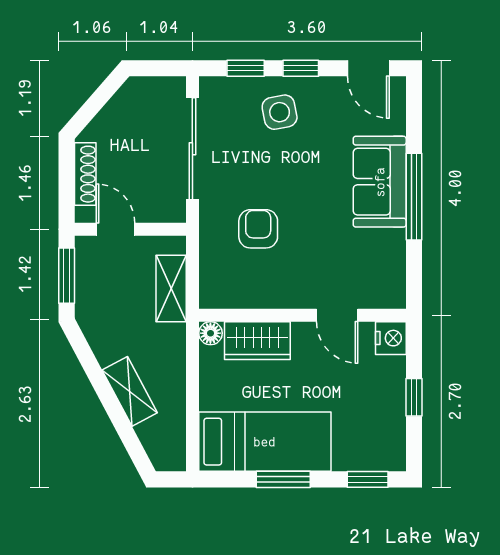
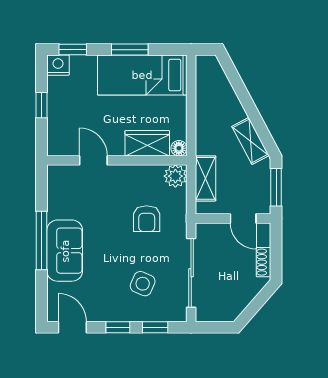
side table: (280, 112) -> (143, 284), moved, turned 34
shoe rack: (85, 174) -> (264, 262), width x0.70
plant: (216, 292) -> (175, 176), added
nightstand: (391, 338) -> (58, 65), moved, turned 90
shelving: (130, 391) -> (250, 141), moved

